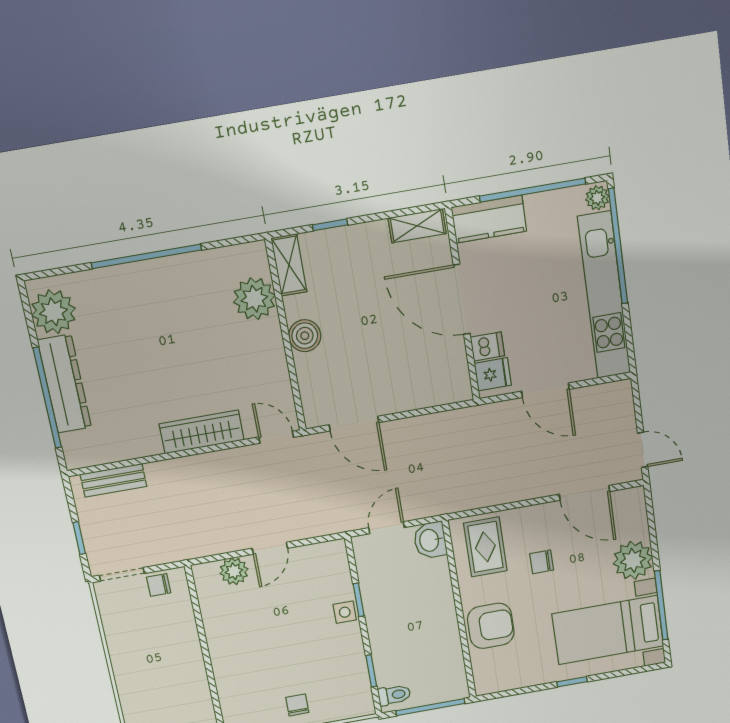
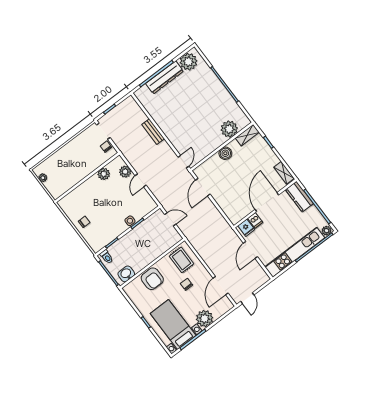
wardrobe: (202, 432) -> (172, 134), removed
bench: (113, 480) -> (153, 132), moved
washbasin: (430, 540) -> (126, 274), moved
rug: (485, 547) -> (182, 260), turned 90
door: (270, 548) -> (141, 180), hinge flipped
plant: (216, 618) -> (104, 174), added

